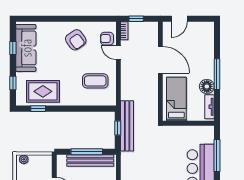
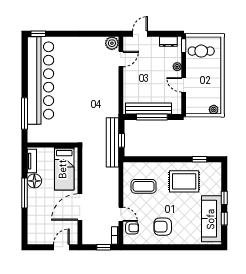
armchair: (76, 40) -> (163, 227), turned -55
door: (160, 60) -> (80, 207), hinge flipped
window: (13, 83) -> (224, 198), moved
rug: (43, 91) -> (184, 181), moved

